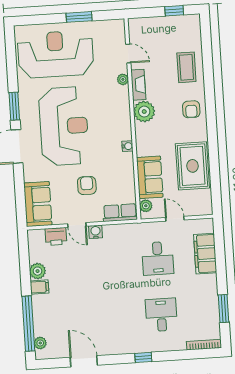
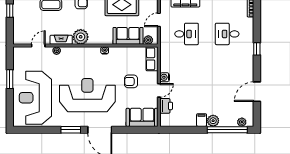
plant: (38, 271) -> (213, 121), moved

